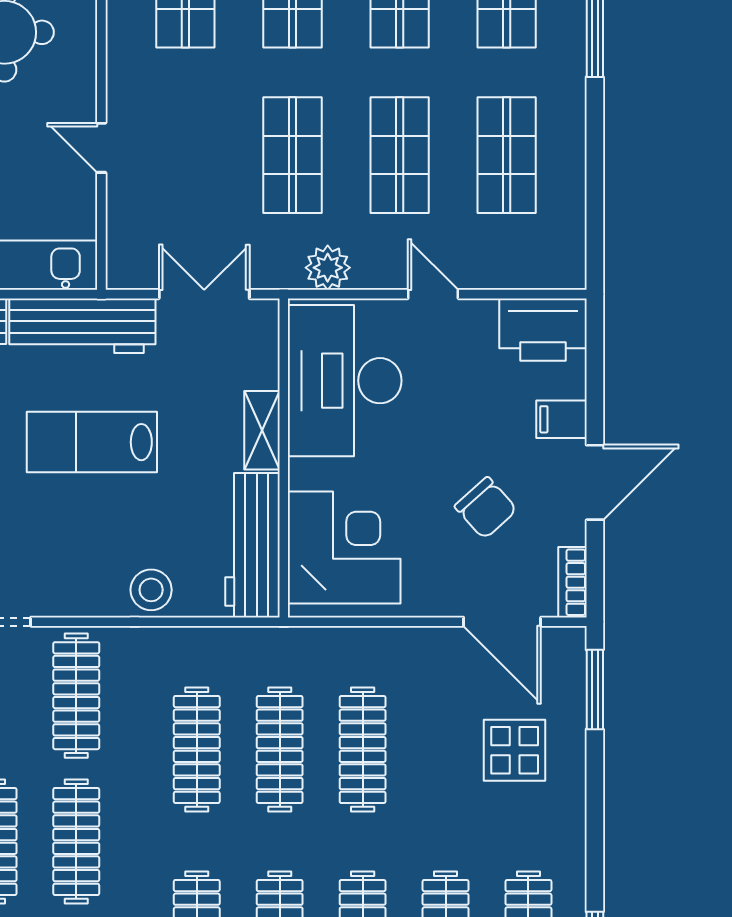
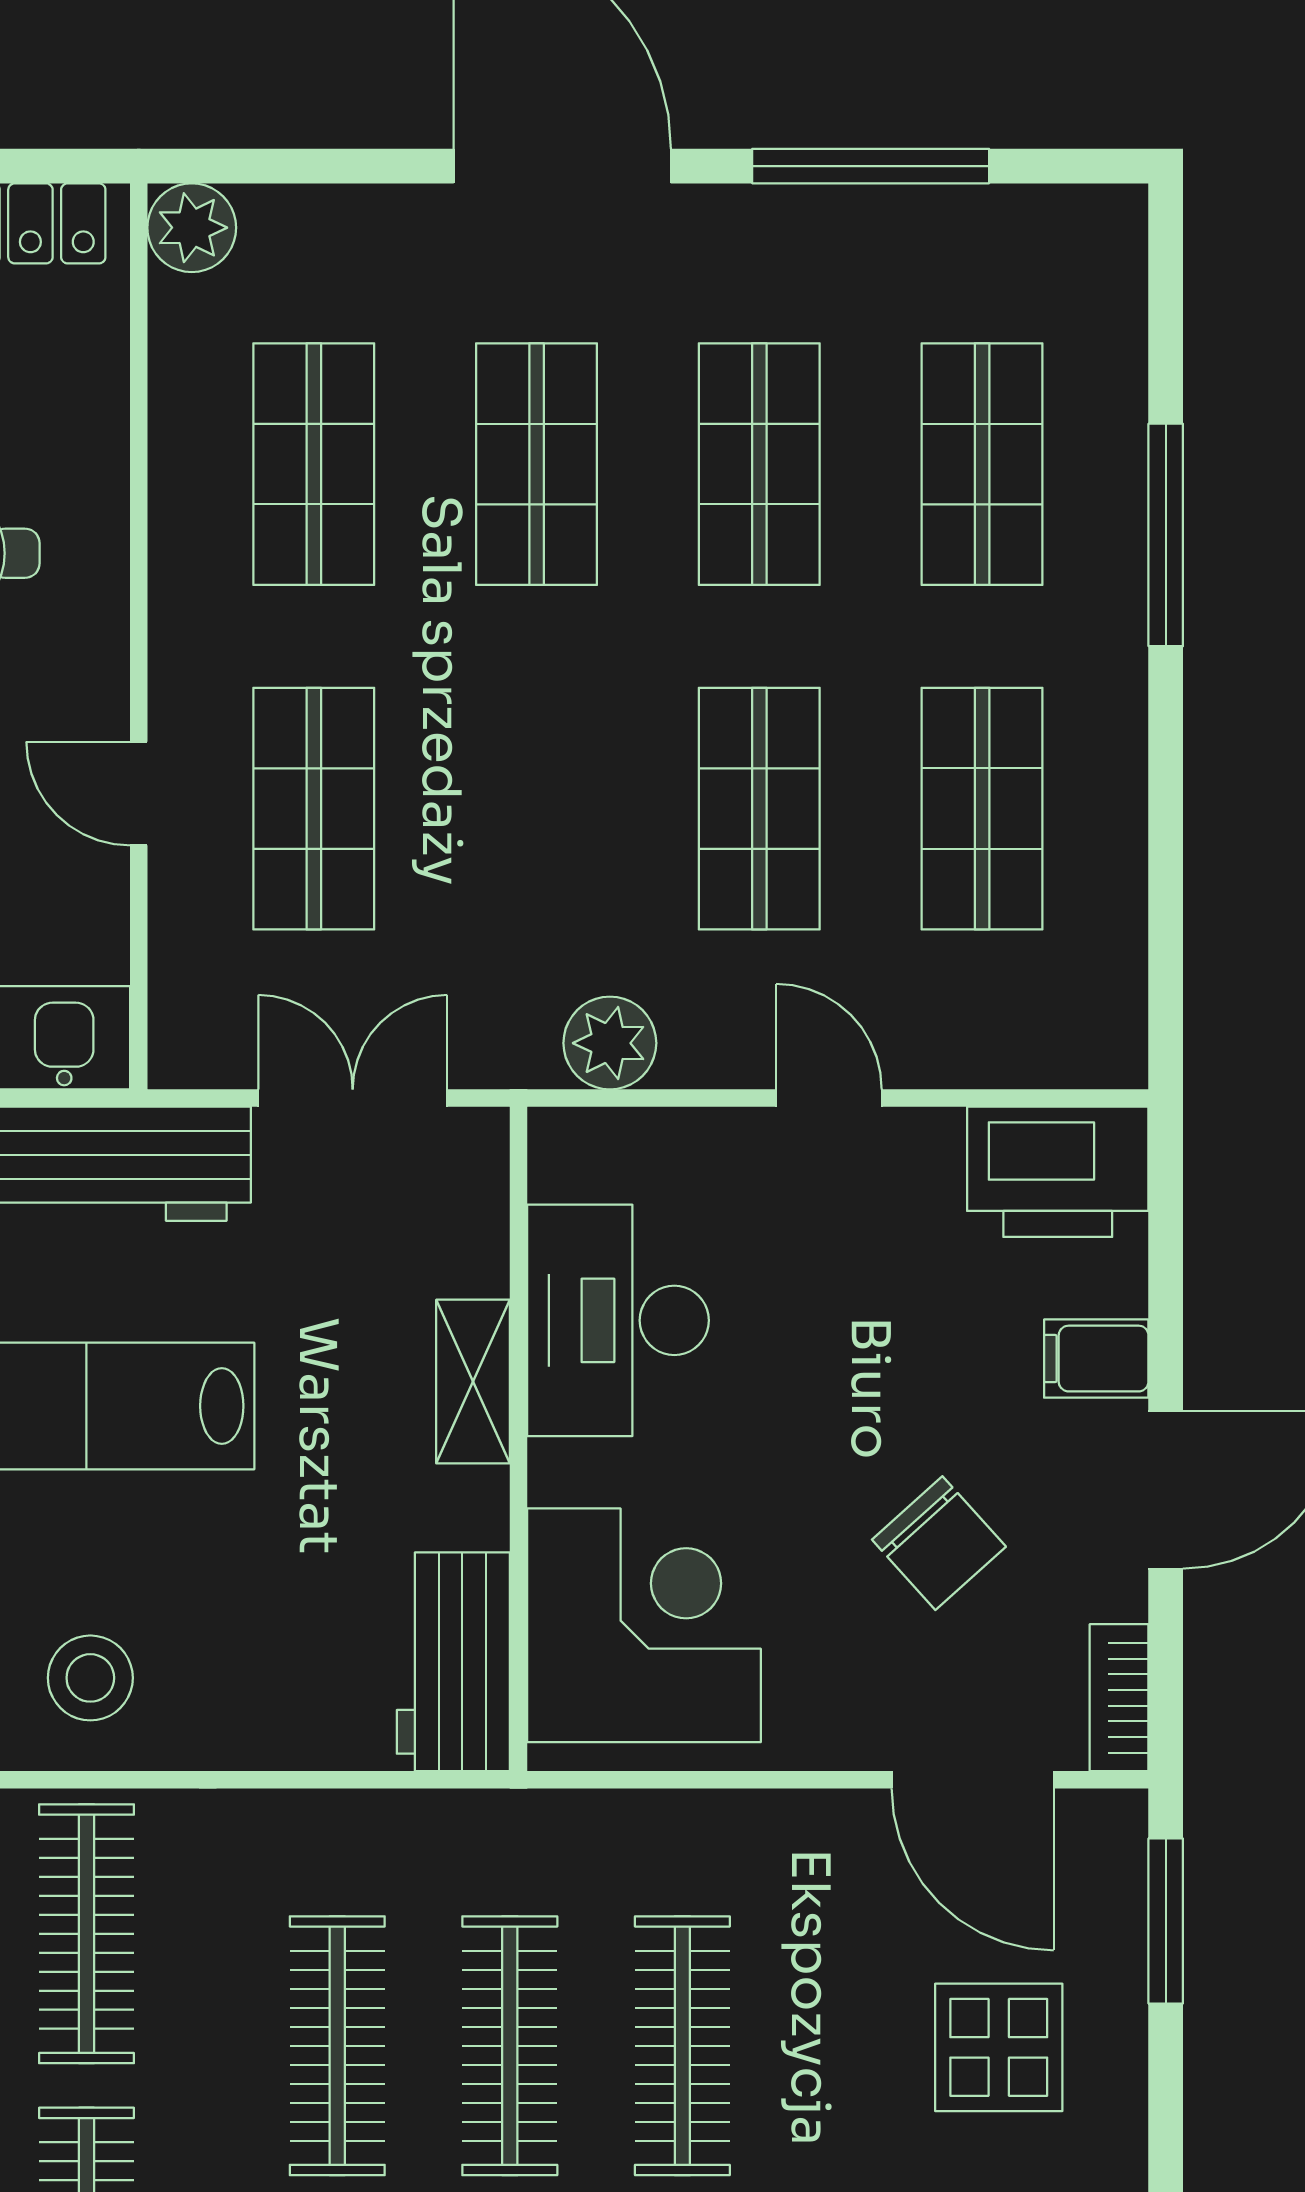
shop shelf: (293, 155) -> (314, 809), moved
desk: (345, 381) -> (618, 1320), width x0.73, depth x0.77
workbench: (253, 545) -> (453, 1662), width x0.73
stool: (151, 590) -> (90, 1678), moved

